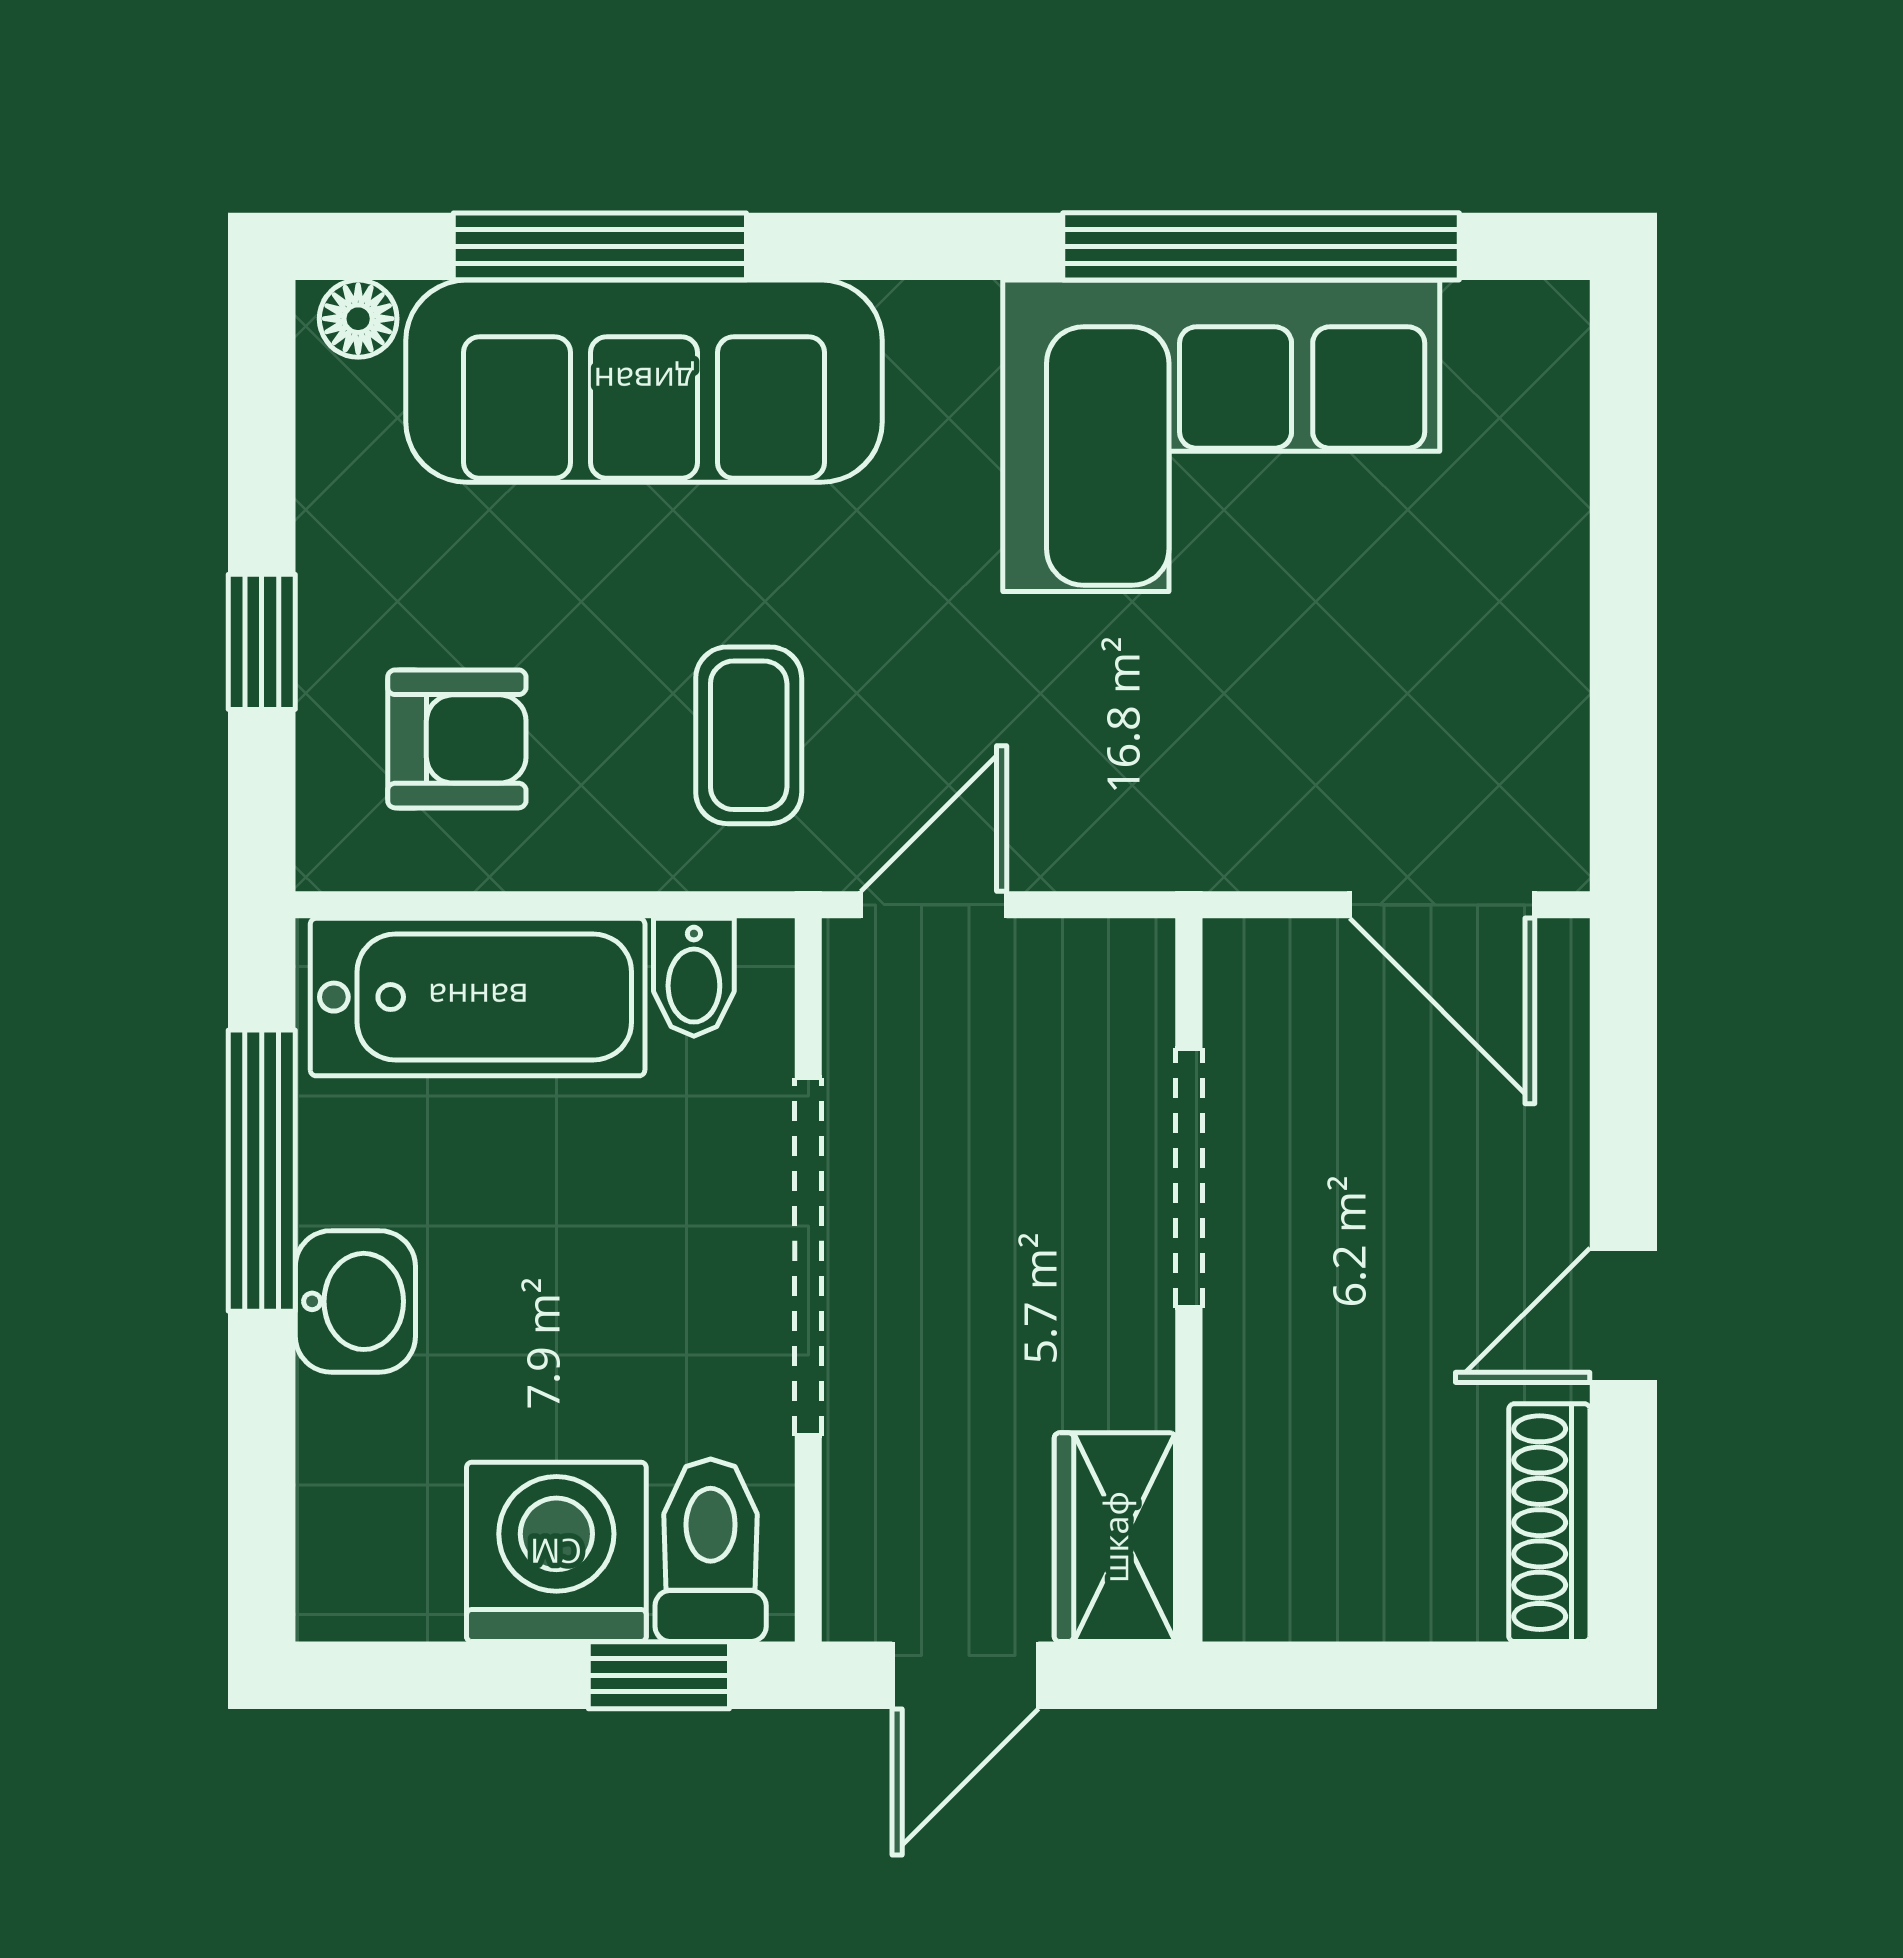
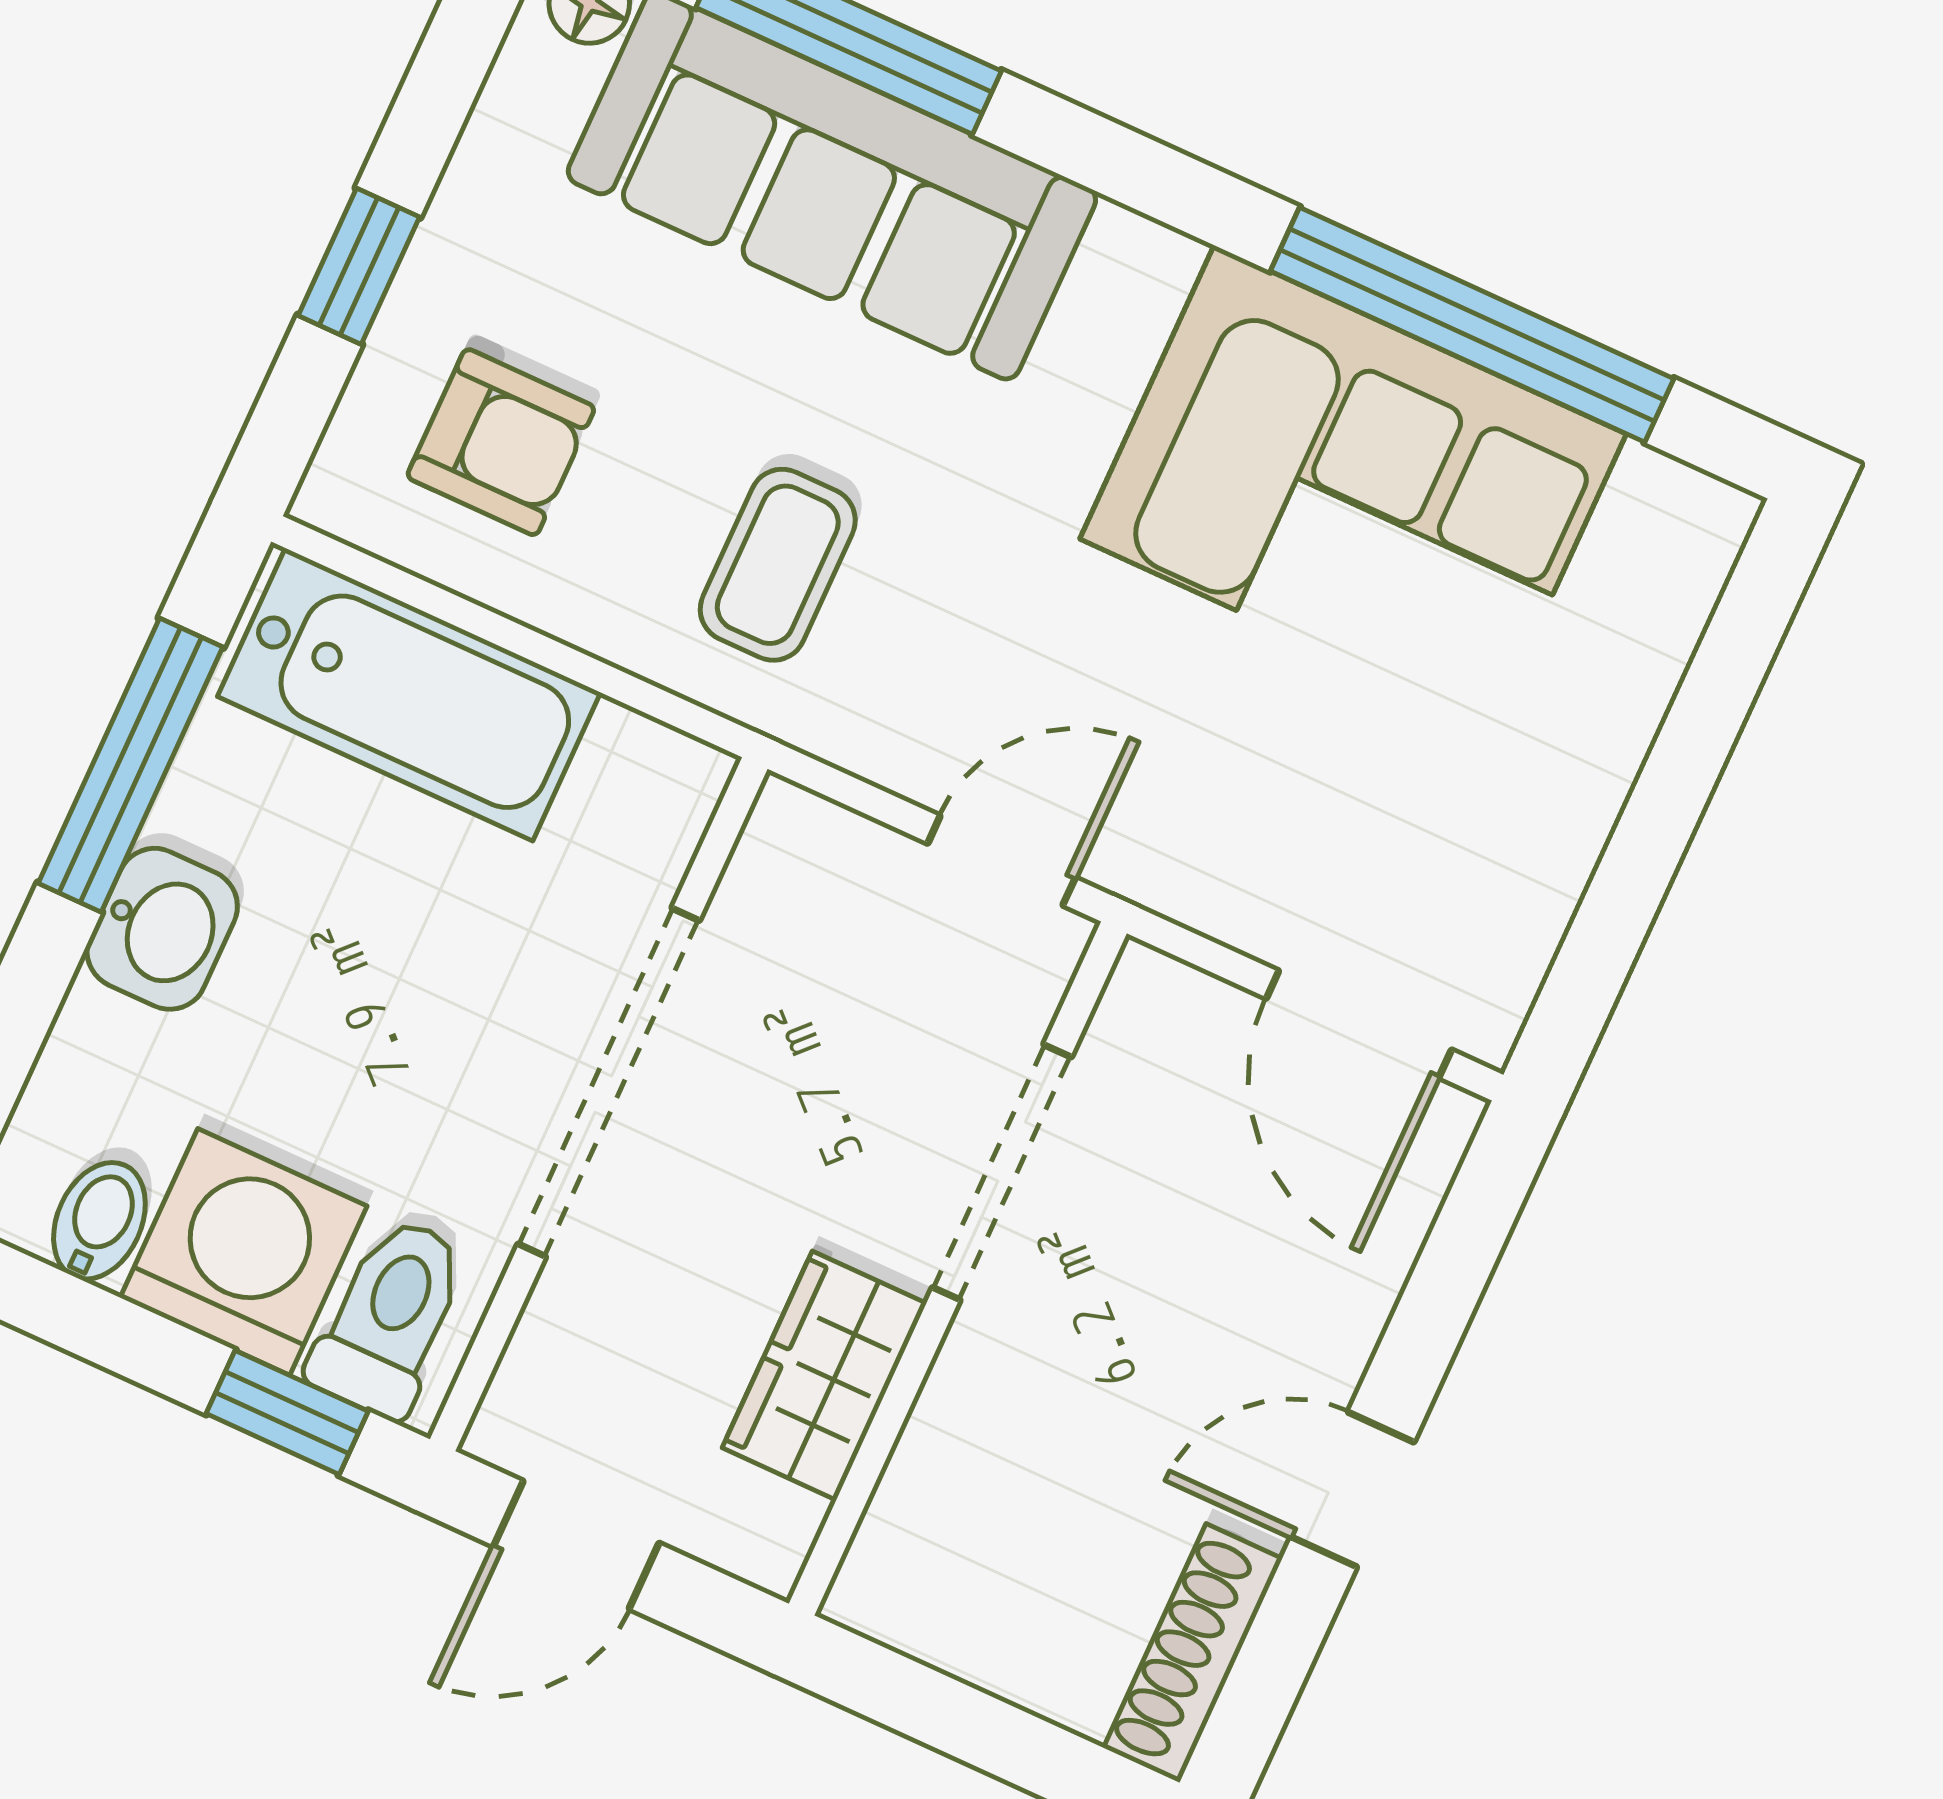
door: (934, 905) -> (1002, 861), moved
bidet: (694, 977) -> (99, 1221), moved, turned 180
wardrobe: (1115, 1537) -> (824, 1376), moved

